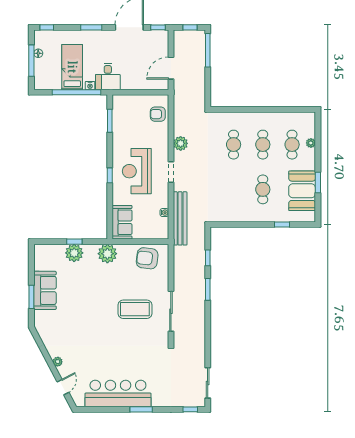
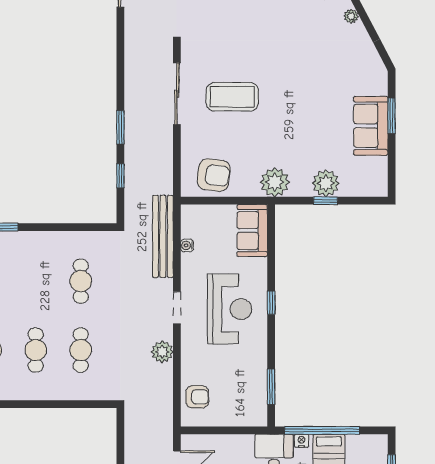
cafe table: (263, 189) -> (81, 281), moved

